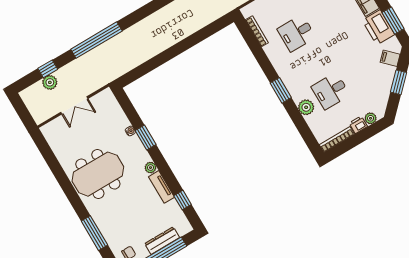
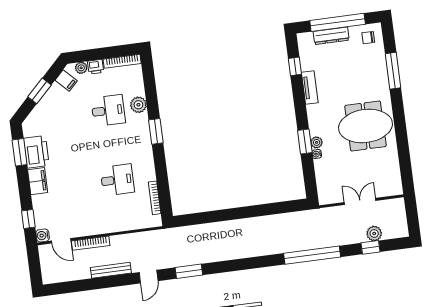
filing cabinet: (390, 58) -> (66, 81), moved
plant: (150, 168) -> (317, 142), moved

